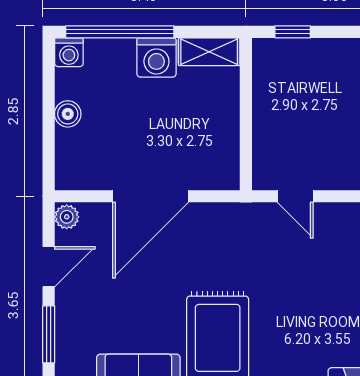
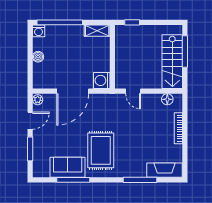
washing machine: (156, 58) -> (102, 80), moved, turned 90

